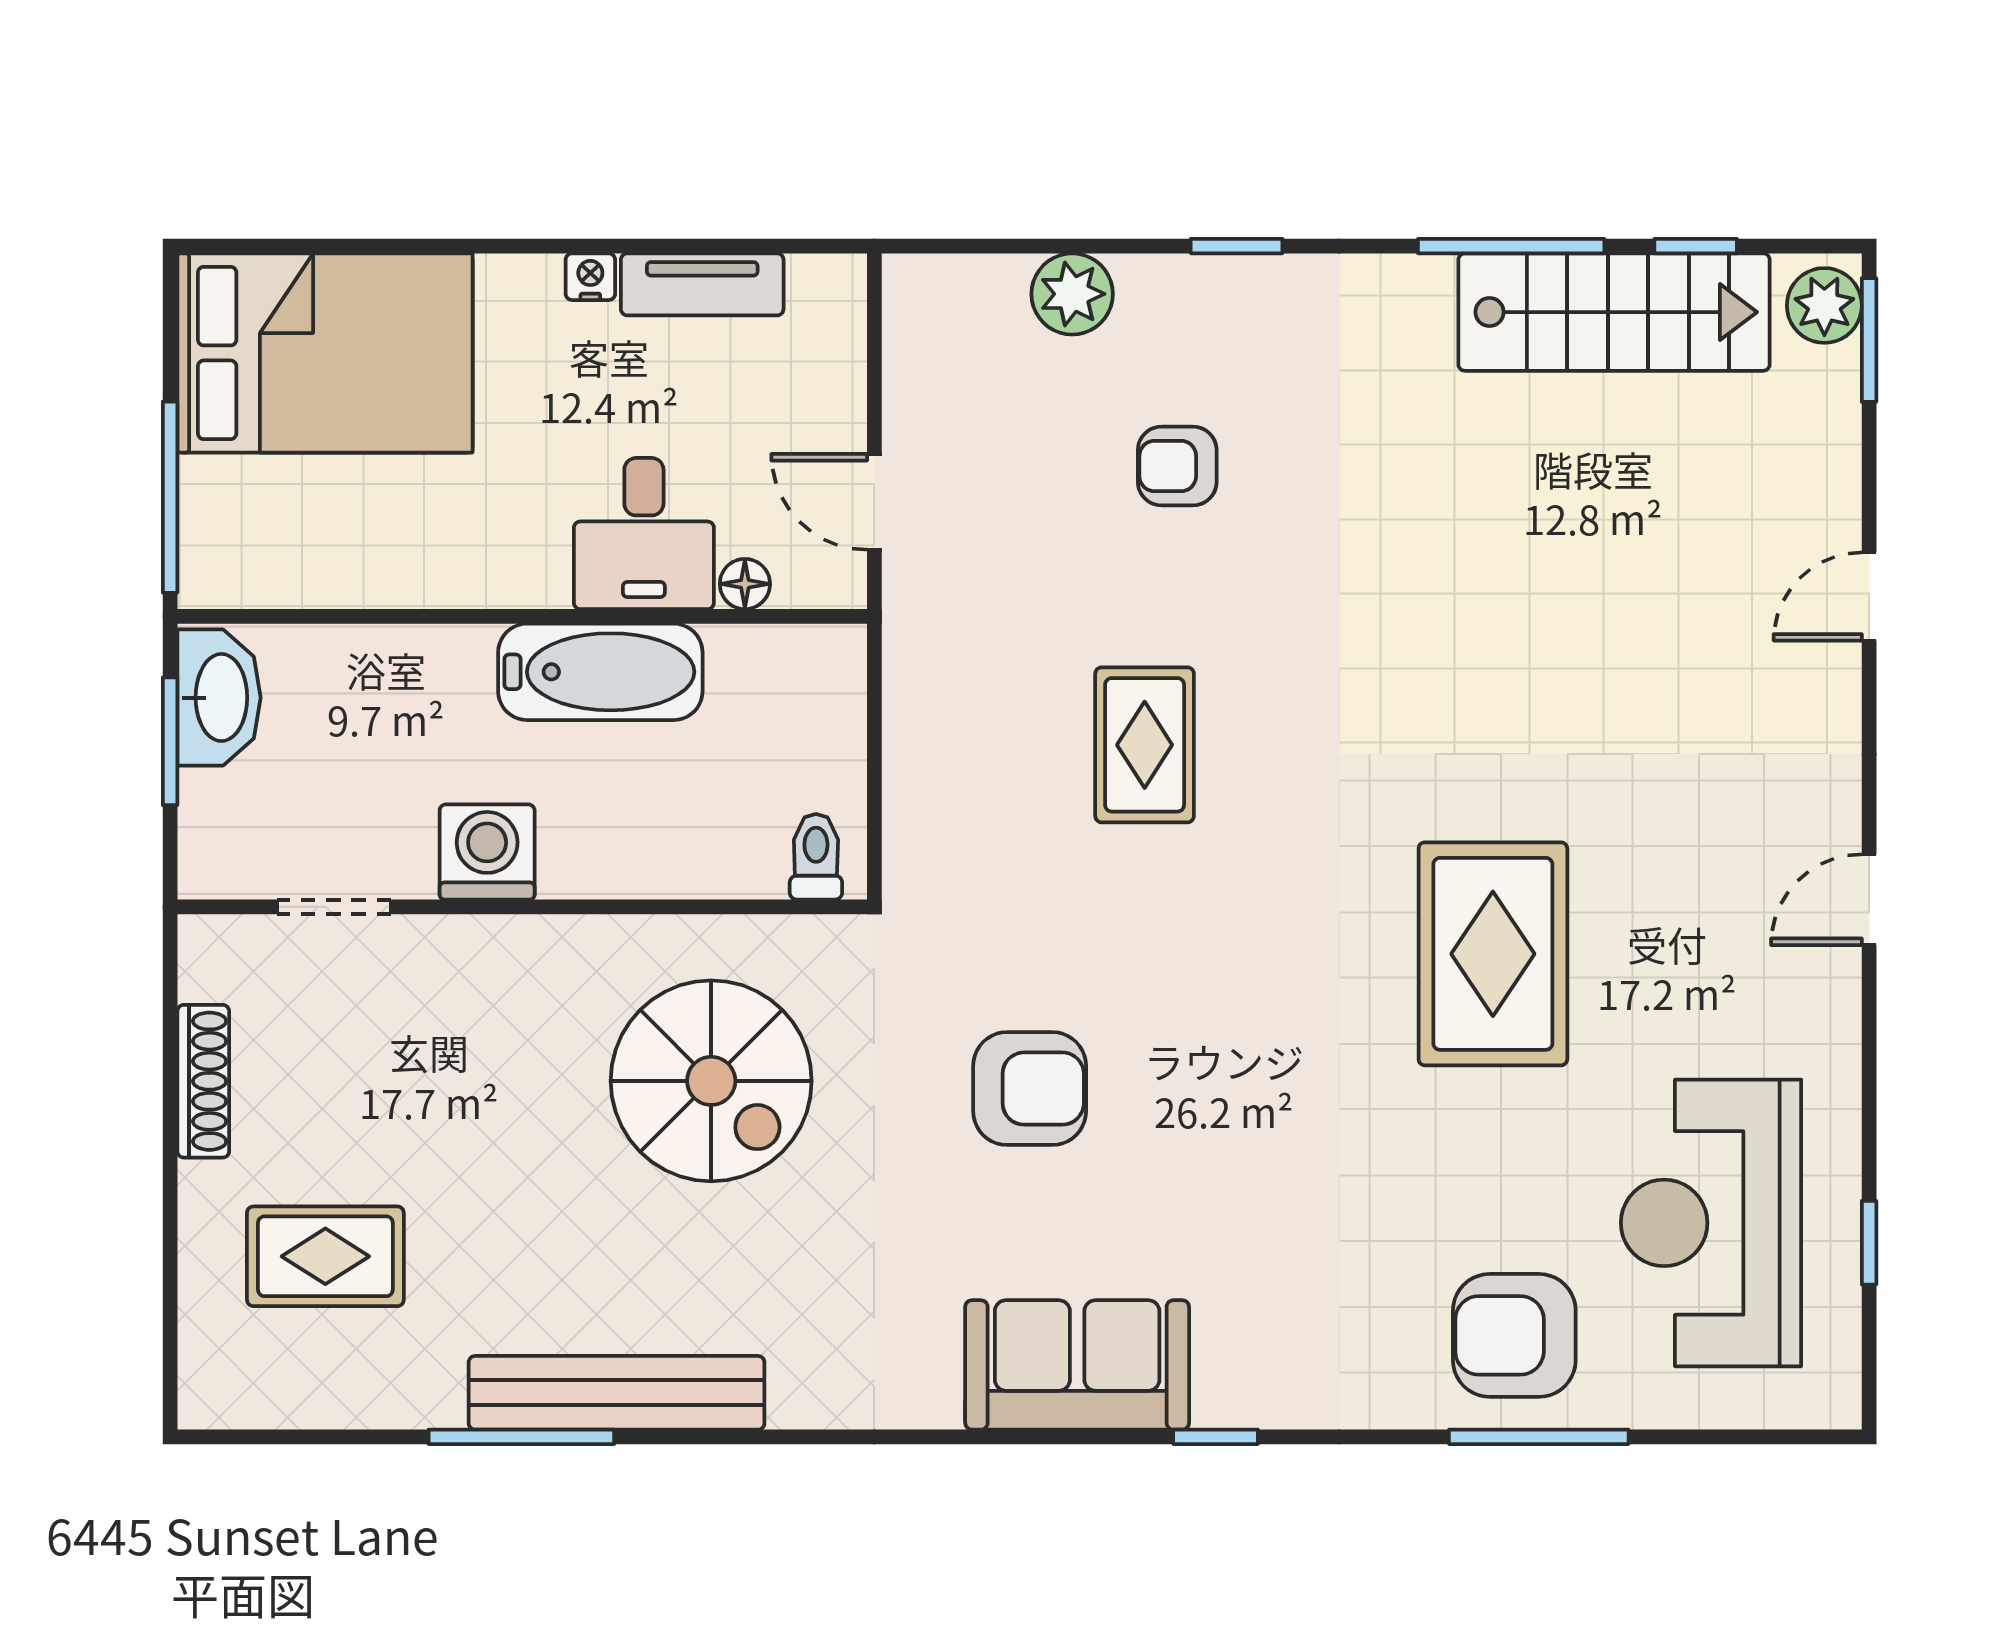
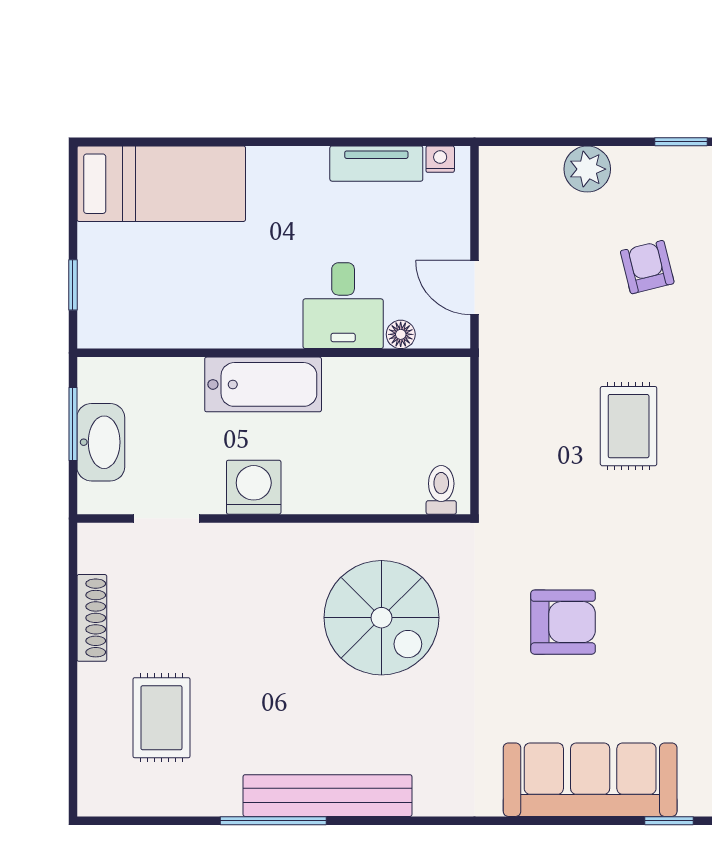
nightstand: (590, 277) -> (440, 159), moved
bed: (325, 353) -> (161, 184), width x0.67
armchair: (1177, 466) -> (647, 267), turned 76
window: (170, 497) -> (73, 285), width x0.46
bathtub: (600, 672) -> (263, 384), moved
washbasin: (219, 698) -> (101, 442), moved
rug: (325, 1256) -> (161, 718), turned 90
sofa: (1077, 1365) -> (590, 780), width x1.36

